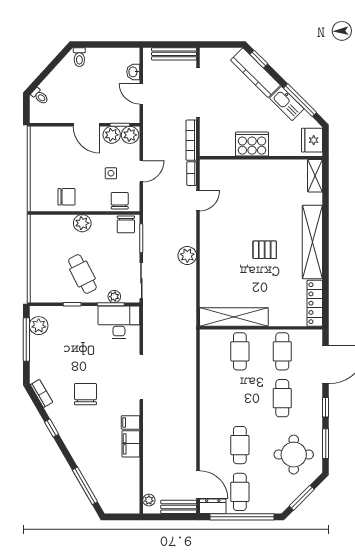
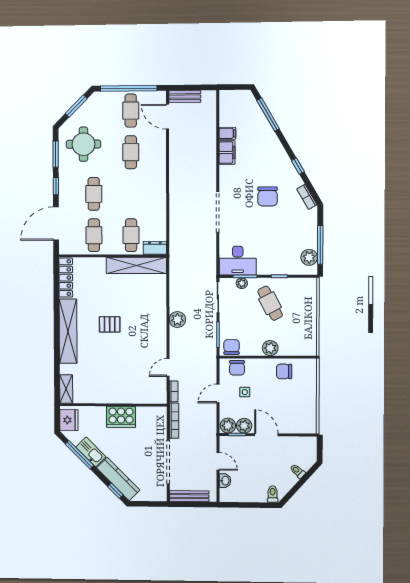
toilet: (40, 96) -> (298, 471), moved
filing cabinet: (131, 422) -> (227, 133), moved
plant: (149, 500) -> (211, 102), removed
dresser: (213, 506) -> (155, 248), moved, turned 180

